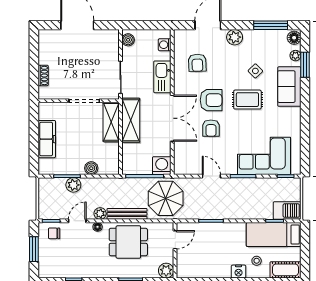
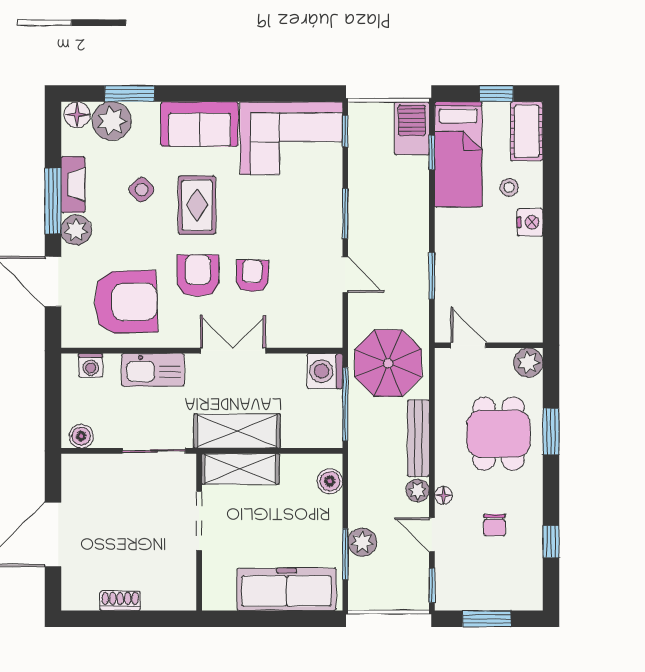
window: (271, 25) -> (53, 201), moved
fireplace: (258, 36) -> (73, 185), added
plant: (295, 56) -> (112, 121), width x1.88, depth x1.88
armchair: (197, 63) -> (126, 302), width x1.88, depth x1.88
shoe rack: (43, 75) -> (120, 601), moved
sofa: (289, 87) -> (200, 124), moved
double door: (172, 118) -> (233, 351), width x0.73
armchair: (211, 128) -> (252, 276), turned -88
freezer: (47, 139) -> (287, 589), width x1.36, depth x1.26
corner sofa: (264, 156) -> (291, 138), moved, turned -90
boiler: (91, 168) -> (330, 481), moved
door: (211, 176) -> (345, 275), swing flipped
chair: (54, 233) -> (495, 525), moved
dining table: (128, 242) -> (499, 434), moved
window: (305, 254) -> (496, 94), added

